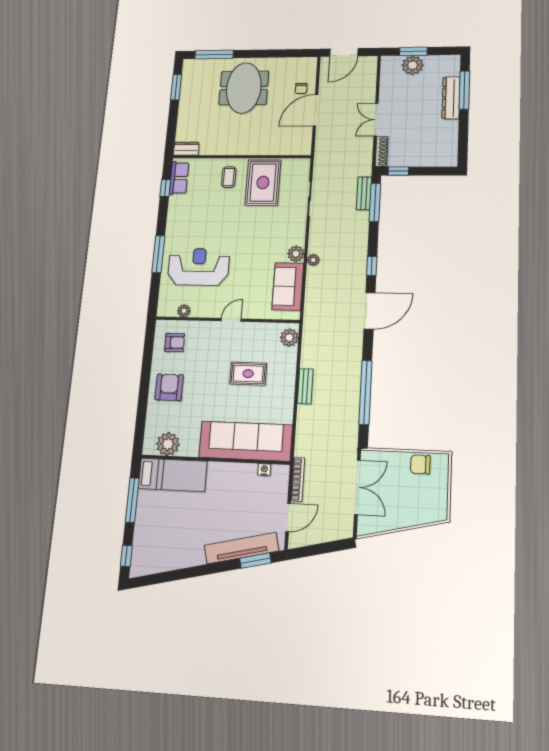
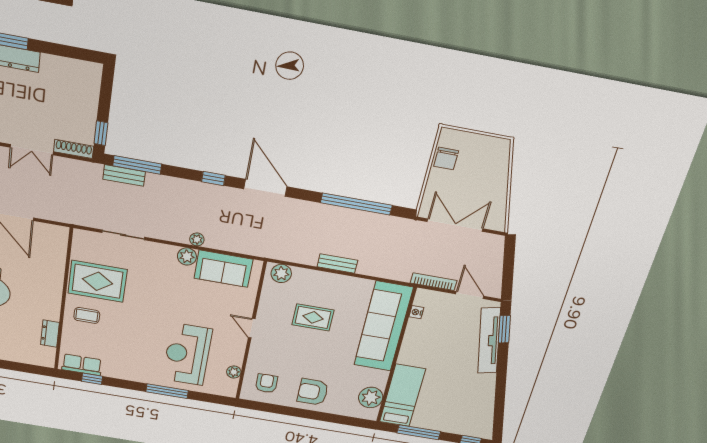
dresser: (186, 149) -> (50, 334), moved
rug: (248, 374) -> (313, 317), turned 90

